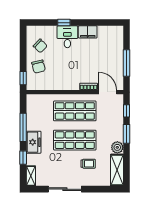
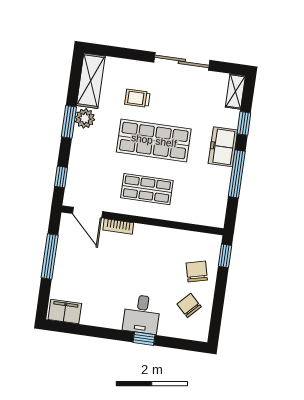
filing cabinet: (88, 32) -> (65, 312), moved
shop shelf: (75, 111) -> (147, 189), width x0.70, depth x0.74
window: (126, 134) -> (69, 122), moved

